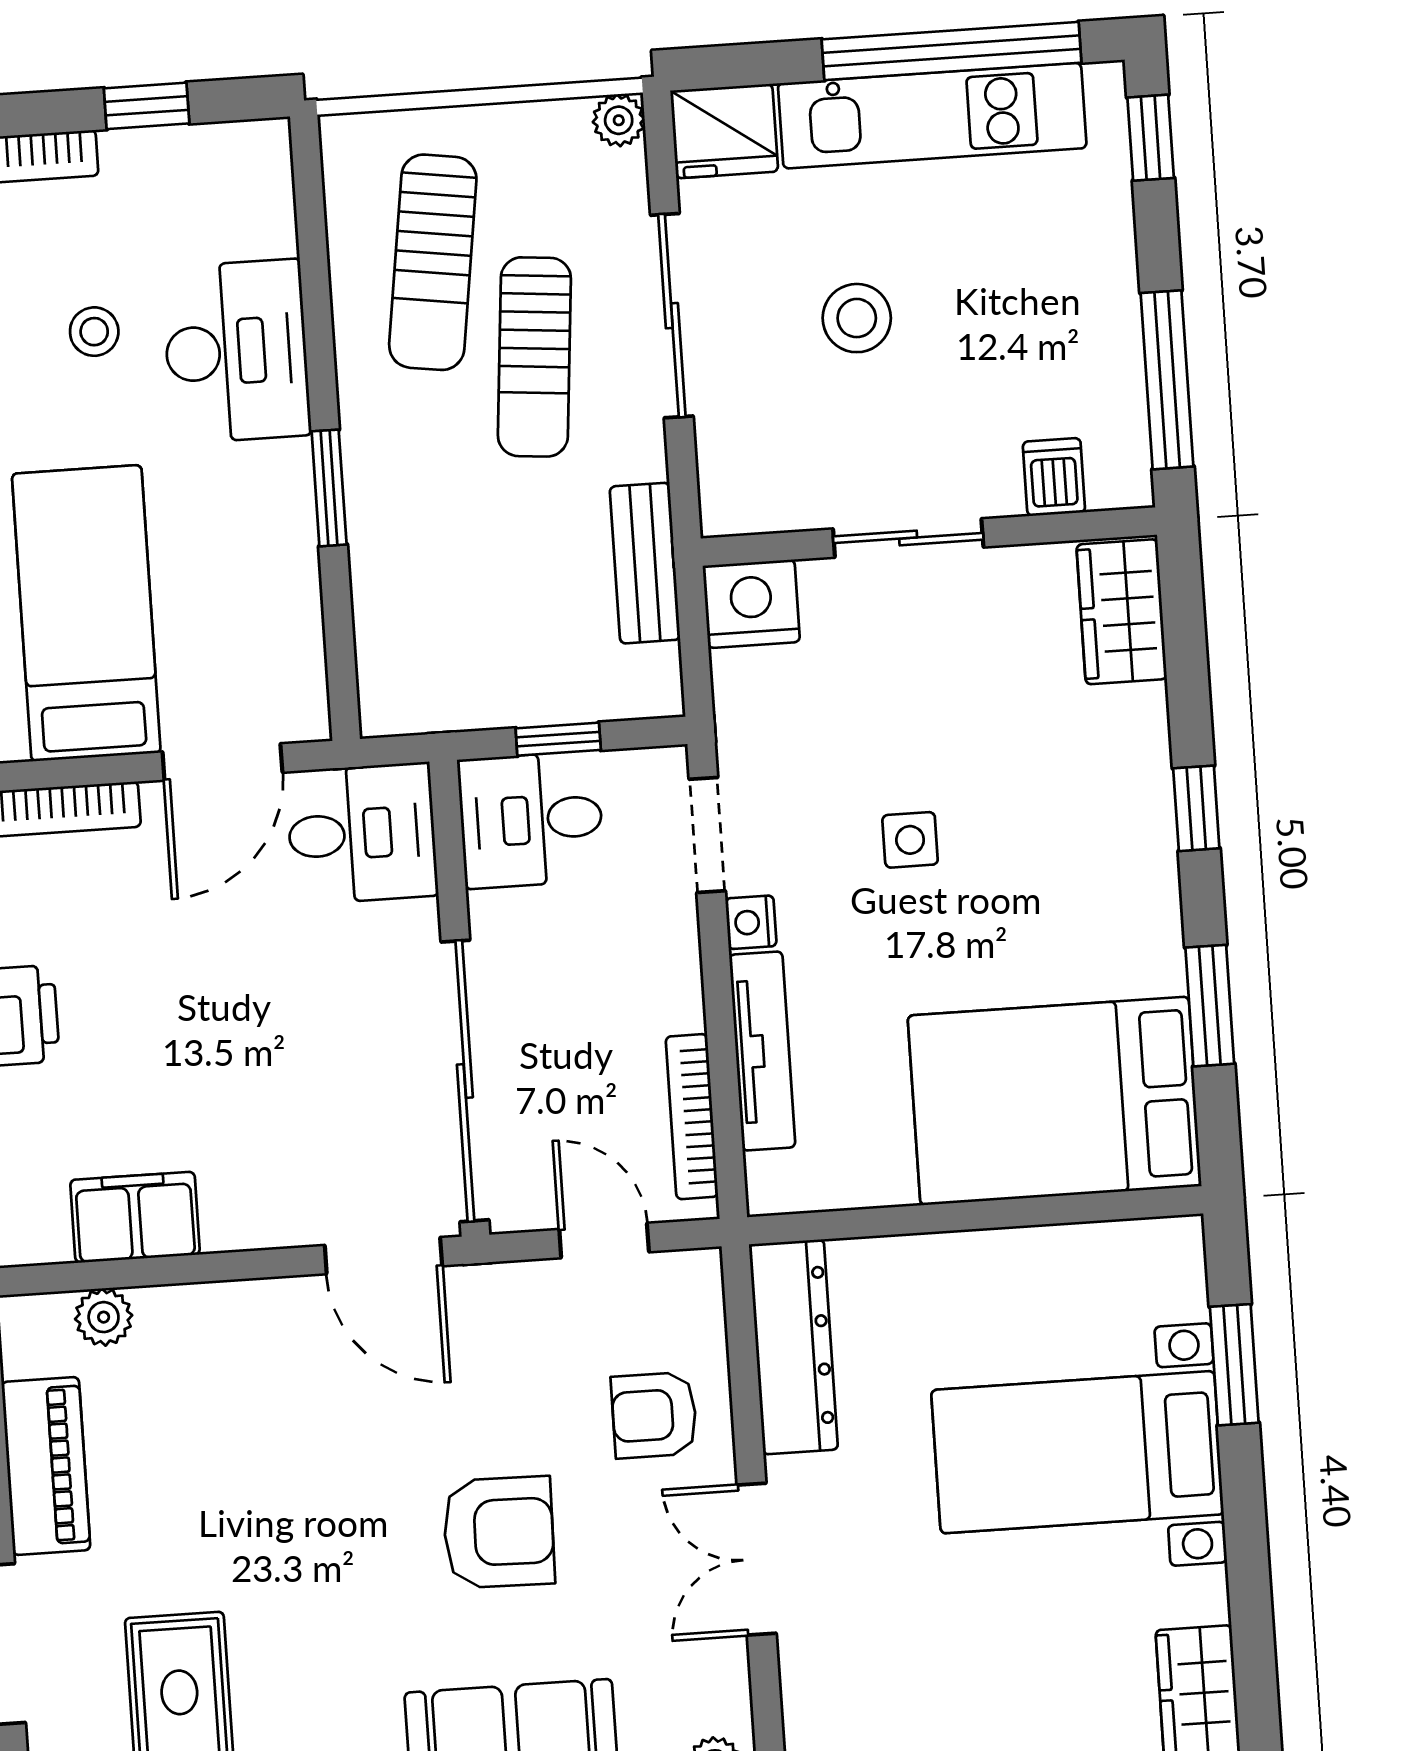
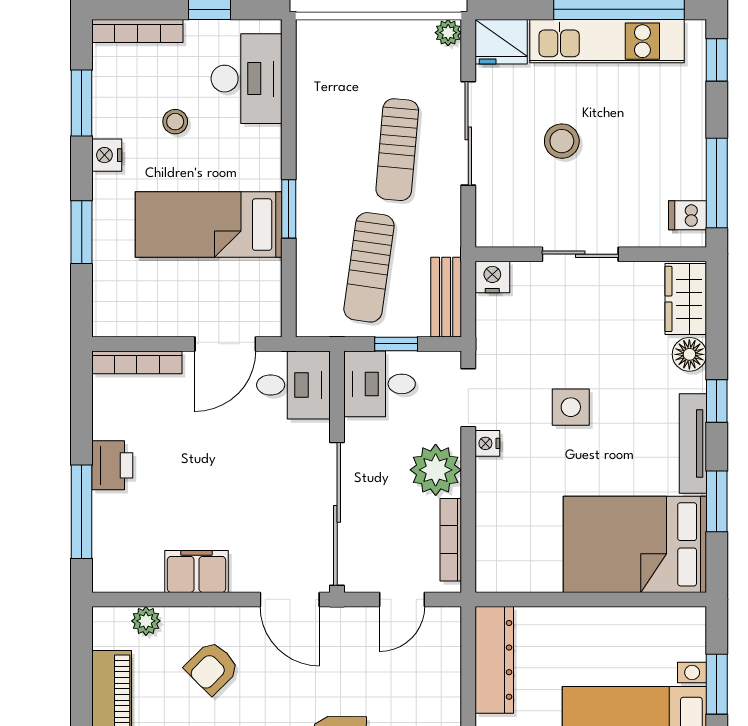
sun lounger: (433, 262) -> (369, 267), moved
desk: (236, 351) -> (246, 79), moved
dishwasher: (1054, 477) -> (688, 215), moved, turned -90
bench: (645, 563) -> (446, 297), moved
nightstand: (751, 604) -> (492, 277), width x0.74, depth x0.75
bed: (86, 613) -> (209, 225), moved, turned -90
floor lamp: (1136, 720) -> (689, 354), added
side table: (910, 840) -> (571, 407), width x1.37, depth x1.37
plant: (653, 981) -> (436, 470), added
tv unit: (762, 1051) -> (693, 443), moved, turned 180
filing cabinet: (135, 1217) -> (197, 571), moved
door: (604, 1241) -> (402, 599), swing flipped
armchair: (654, 1415) -> (212, 668), moved, turned -45

